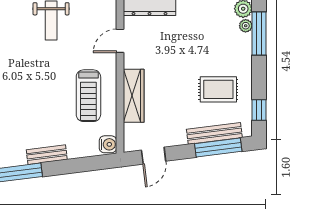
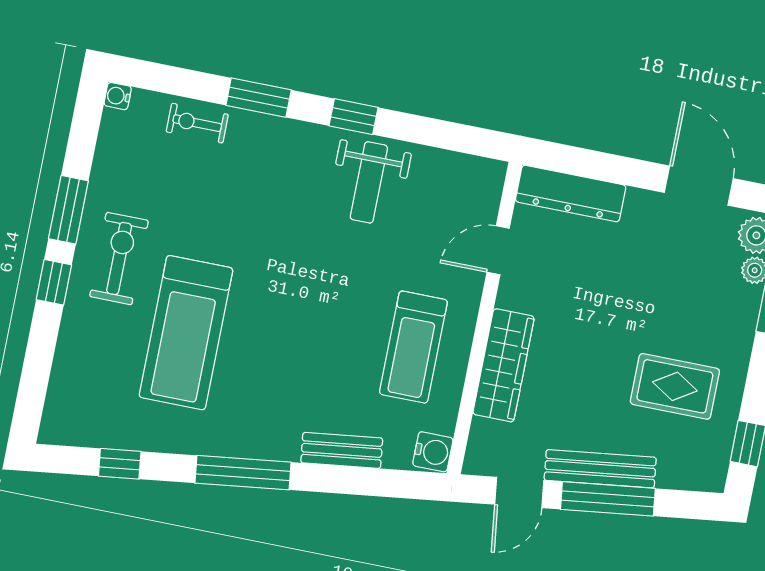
bench: (214, 133) -> (600, 469), moved
window: (218, 147) -> (608, 499), moved
bench: (47, 155) -> (342, 450), moved

